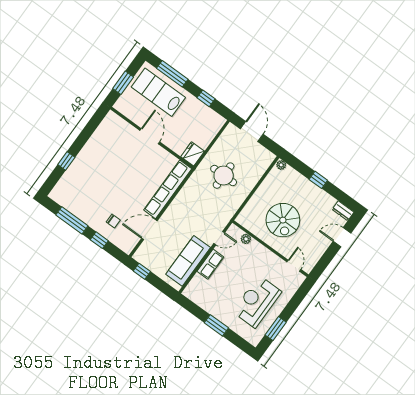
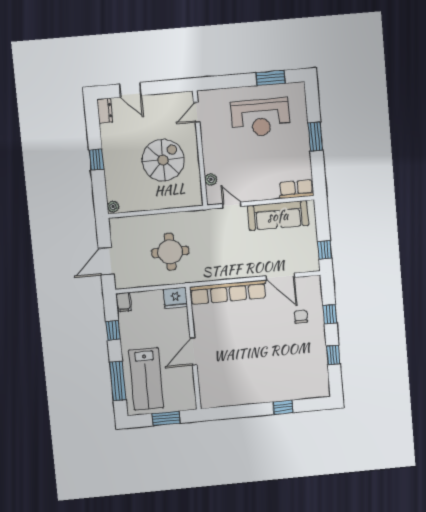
filing cabinet: (218, 120) -> (123, 302), added
window: (72, 220) -> (333, 355), width x0.46
row of seats: (210, 264) -> (296, 189), moved

